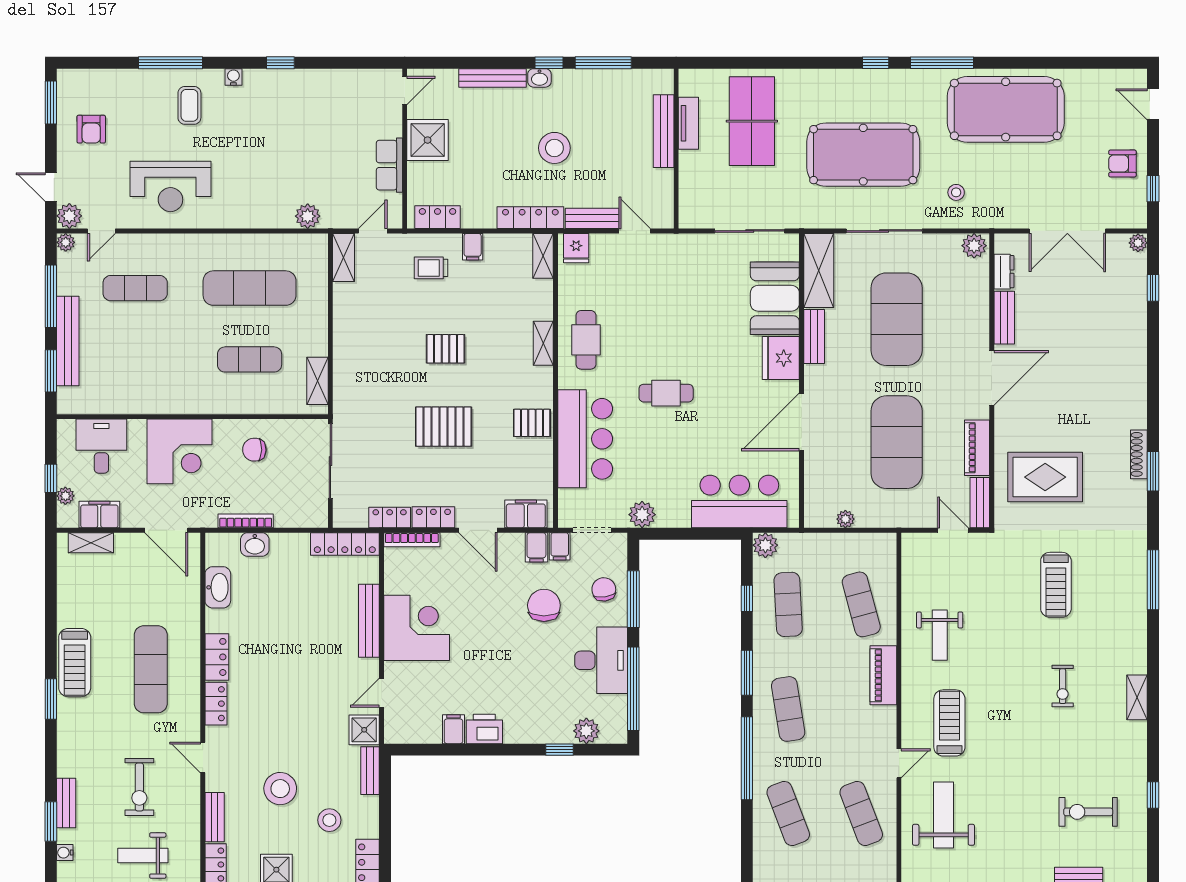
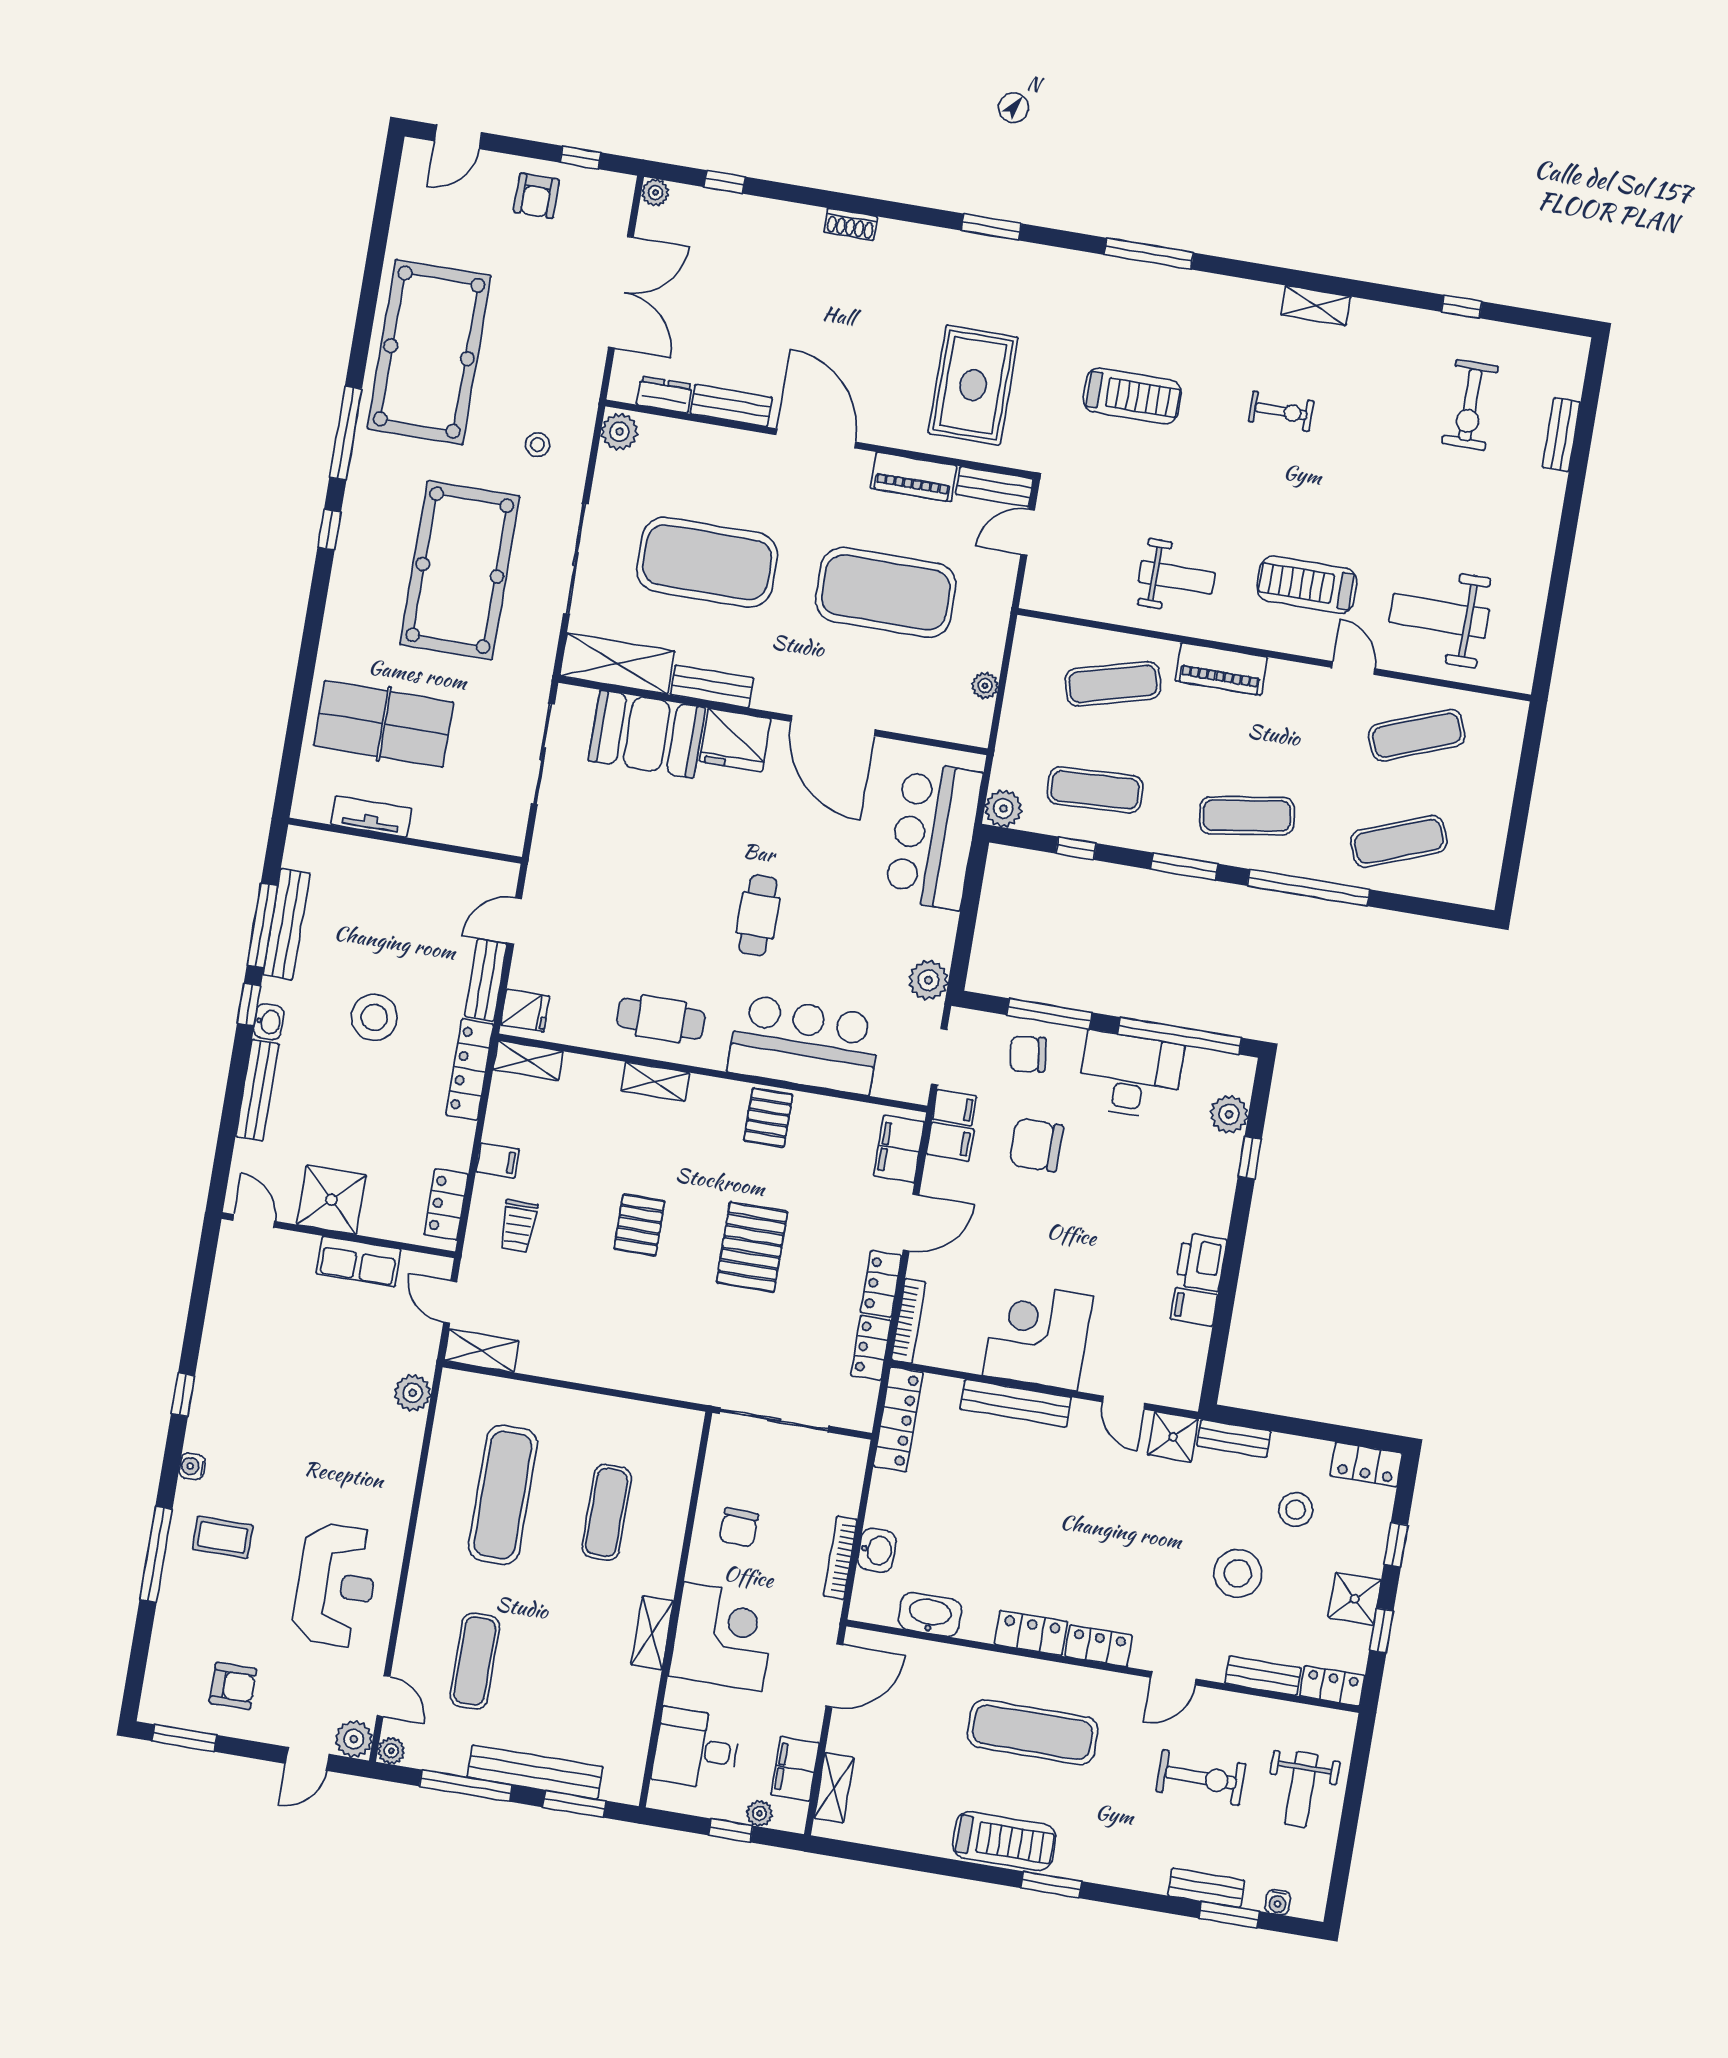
bench: (664, 131) -> (287, 924), moved, turned 90
shelving: (317, 381) -> (652, 1633), moved, turned 90
shoe rack: (1139, 454) -> (851, 224), moved, width x0.70

